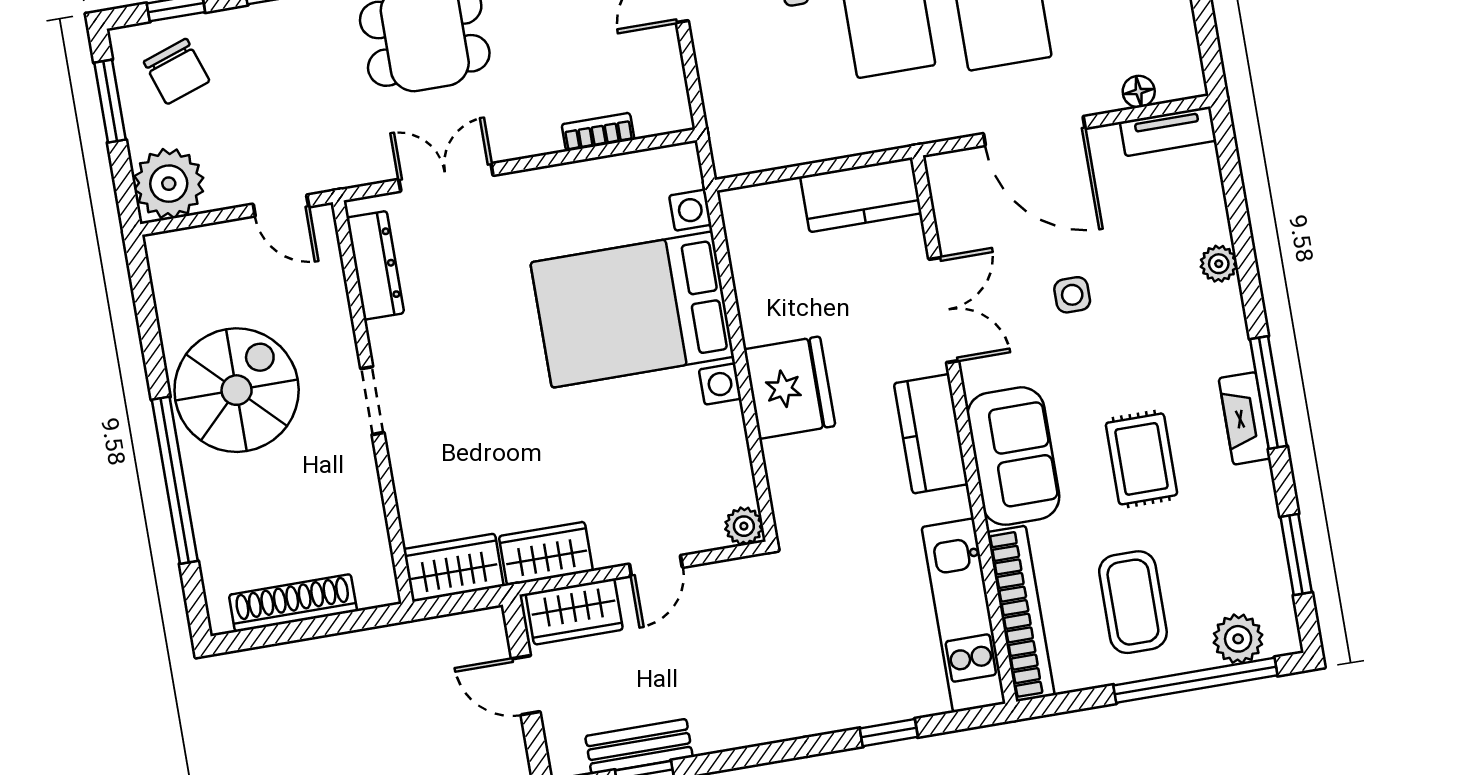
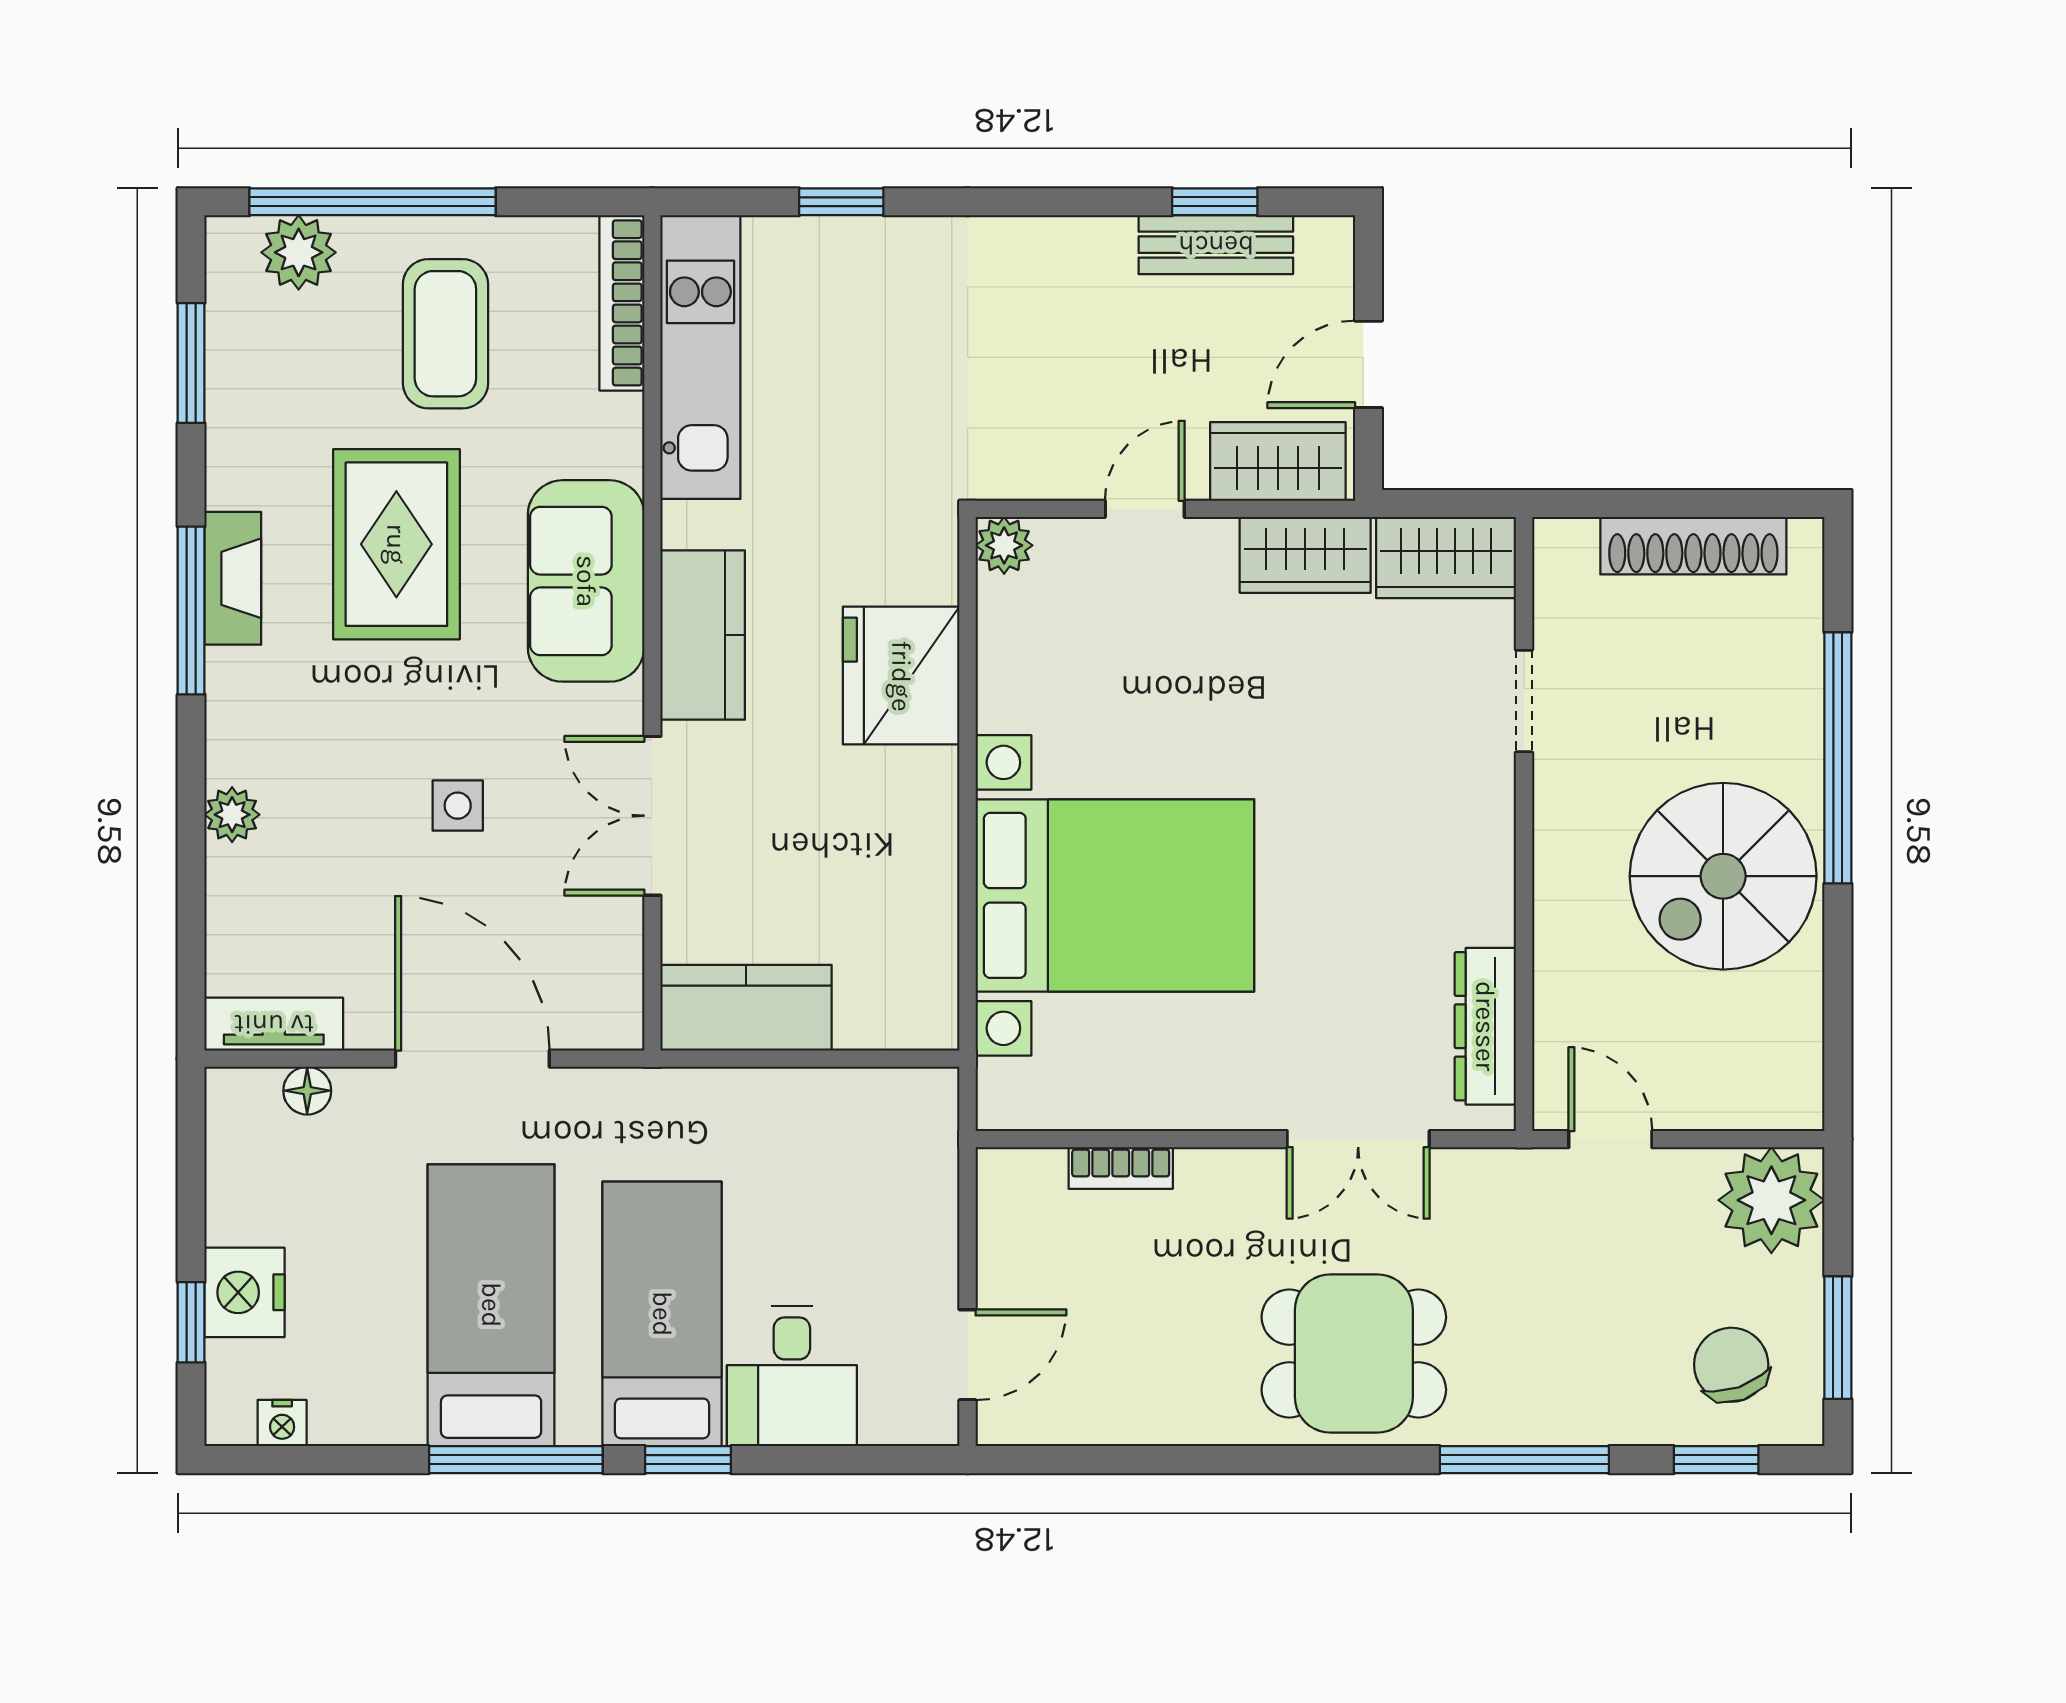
fridge: (789, 388) -> (901, 676), moved
doorway: (372, 401) -> (1524, 701), moved
rug: (1141, 459) -> (396, 544), width x1.36, depth x1.43
bookcase: (1021, 614) -> (622, 303), width x0.68, depth x0.76
door: (526, 685) -> (1368, 364), swing flipped

